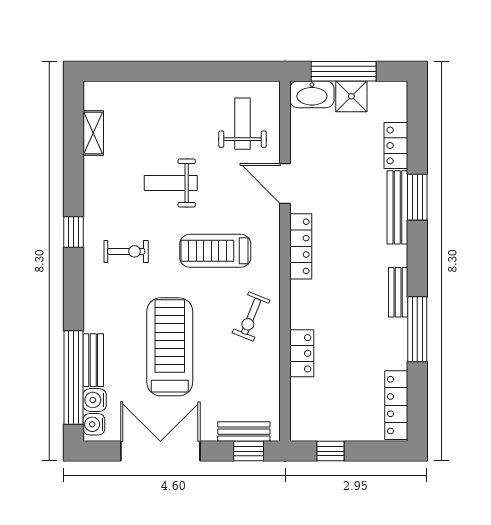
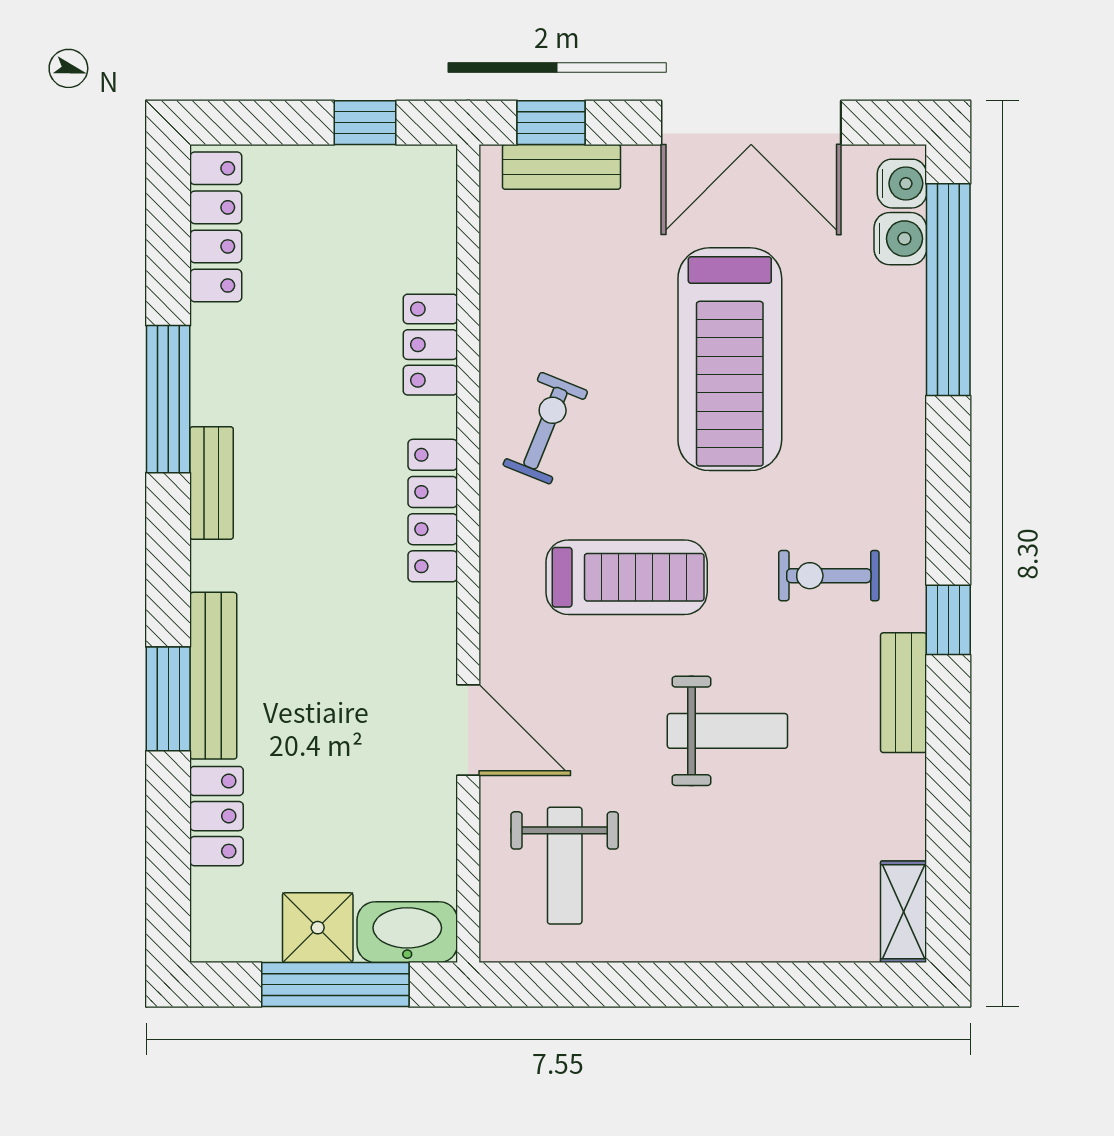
shelving: (93, 133) -> (904, 912), moved
locker: (301, 246) -> (433, 511), moved
bench: (93, 360) -> (904, 693), moved

